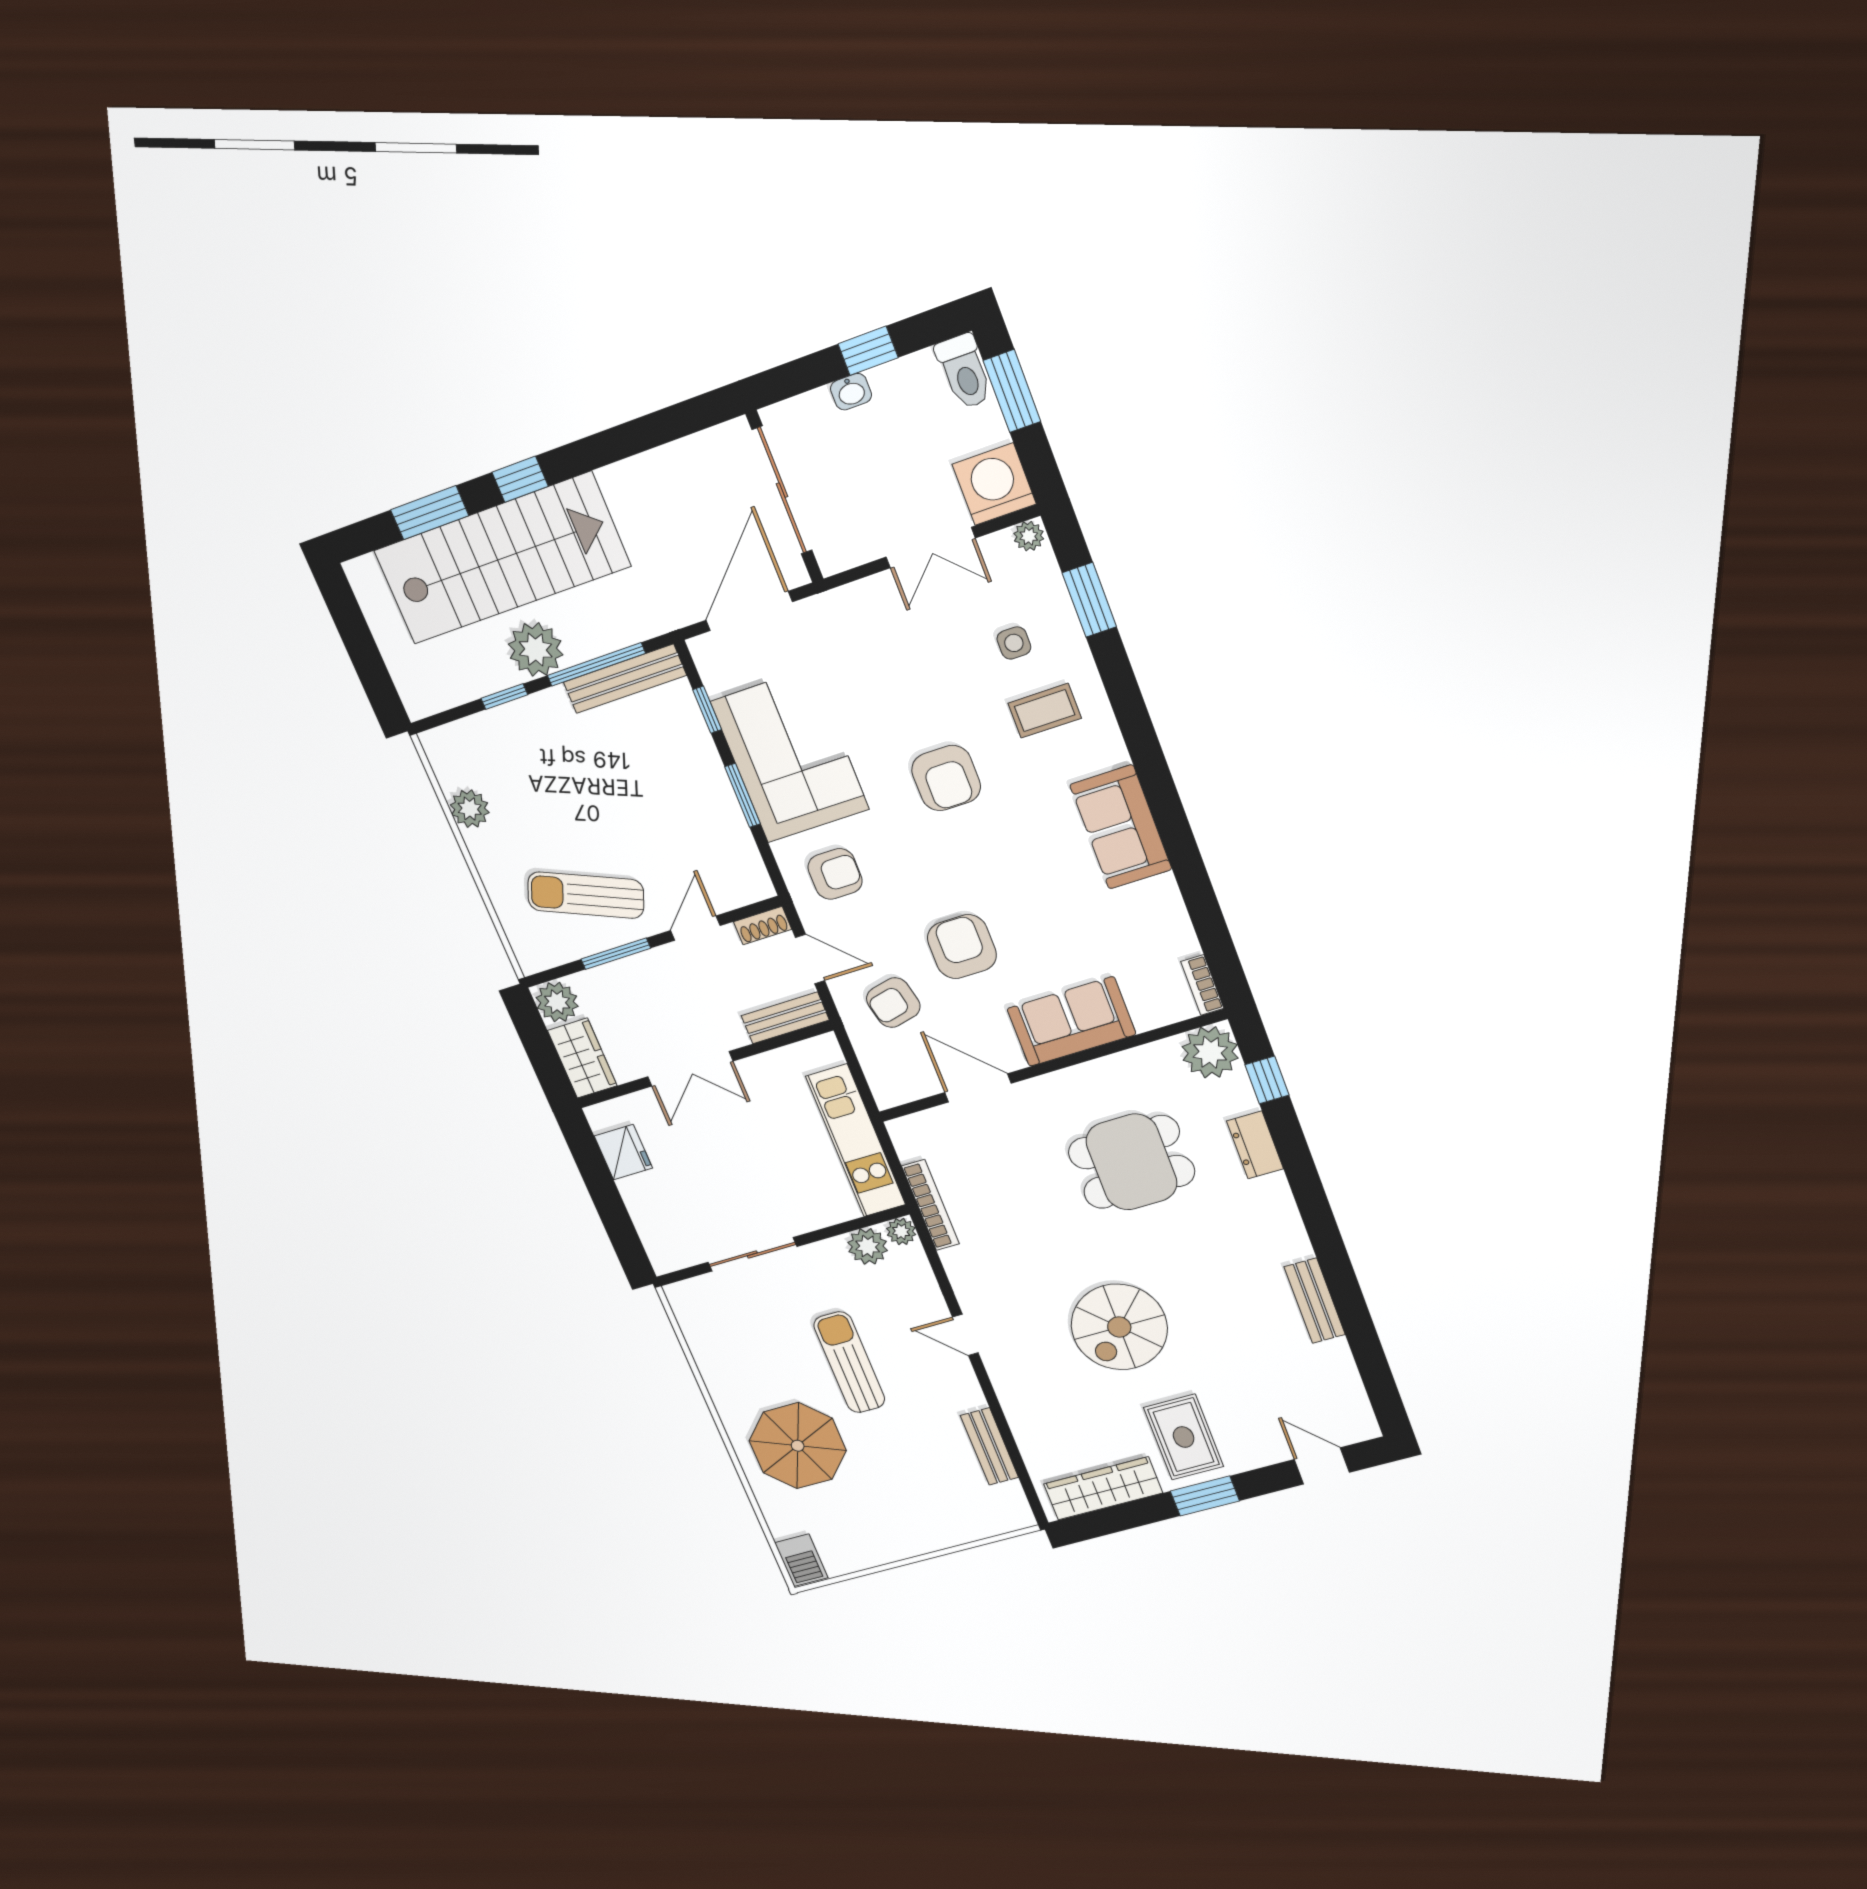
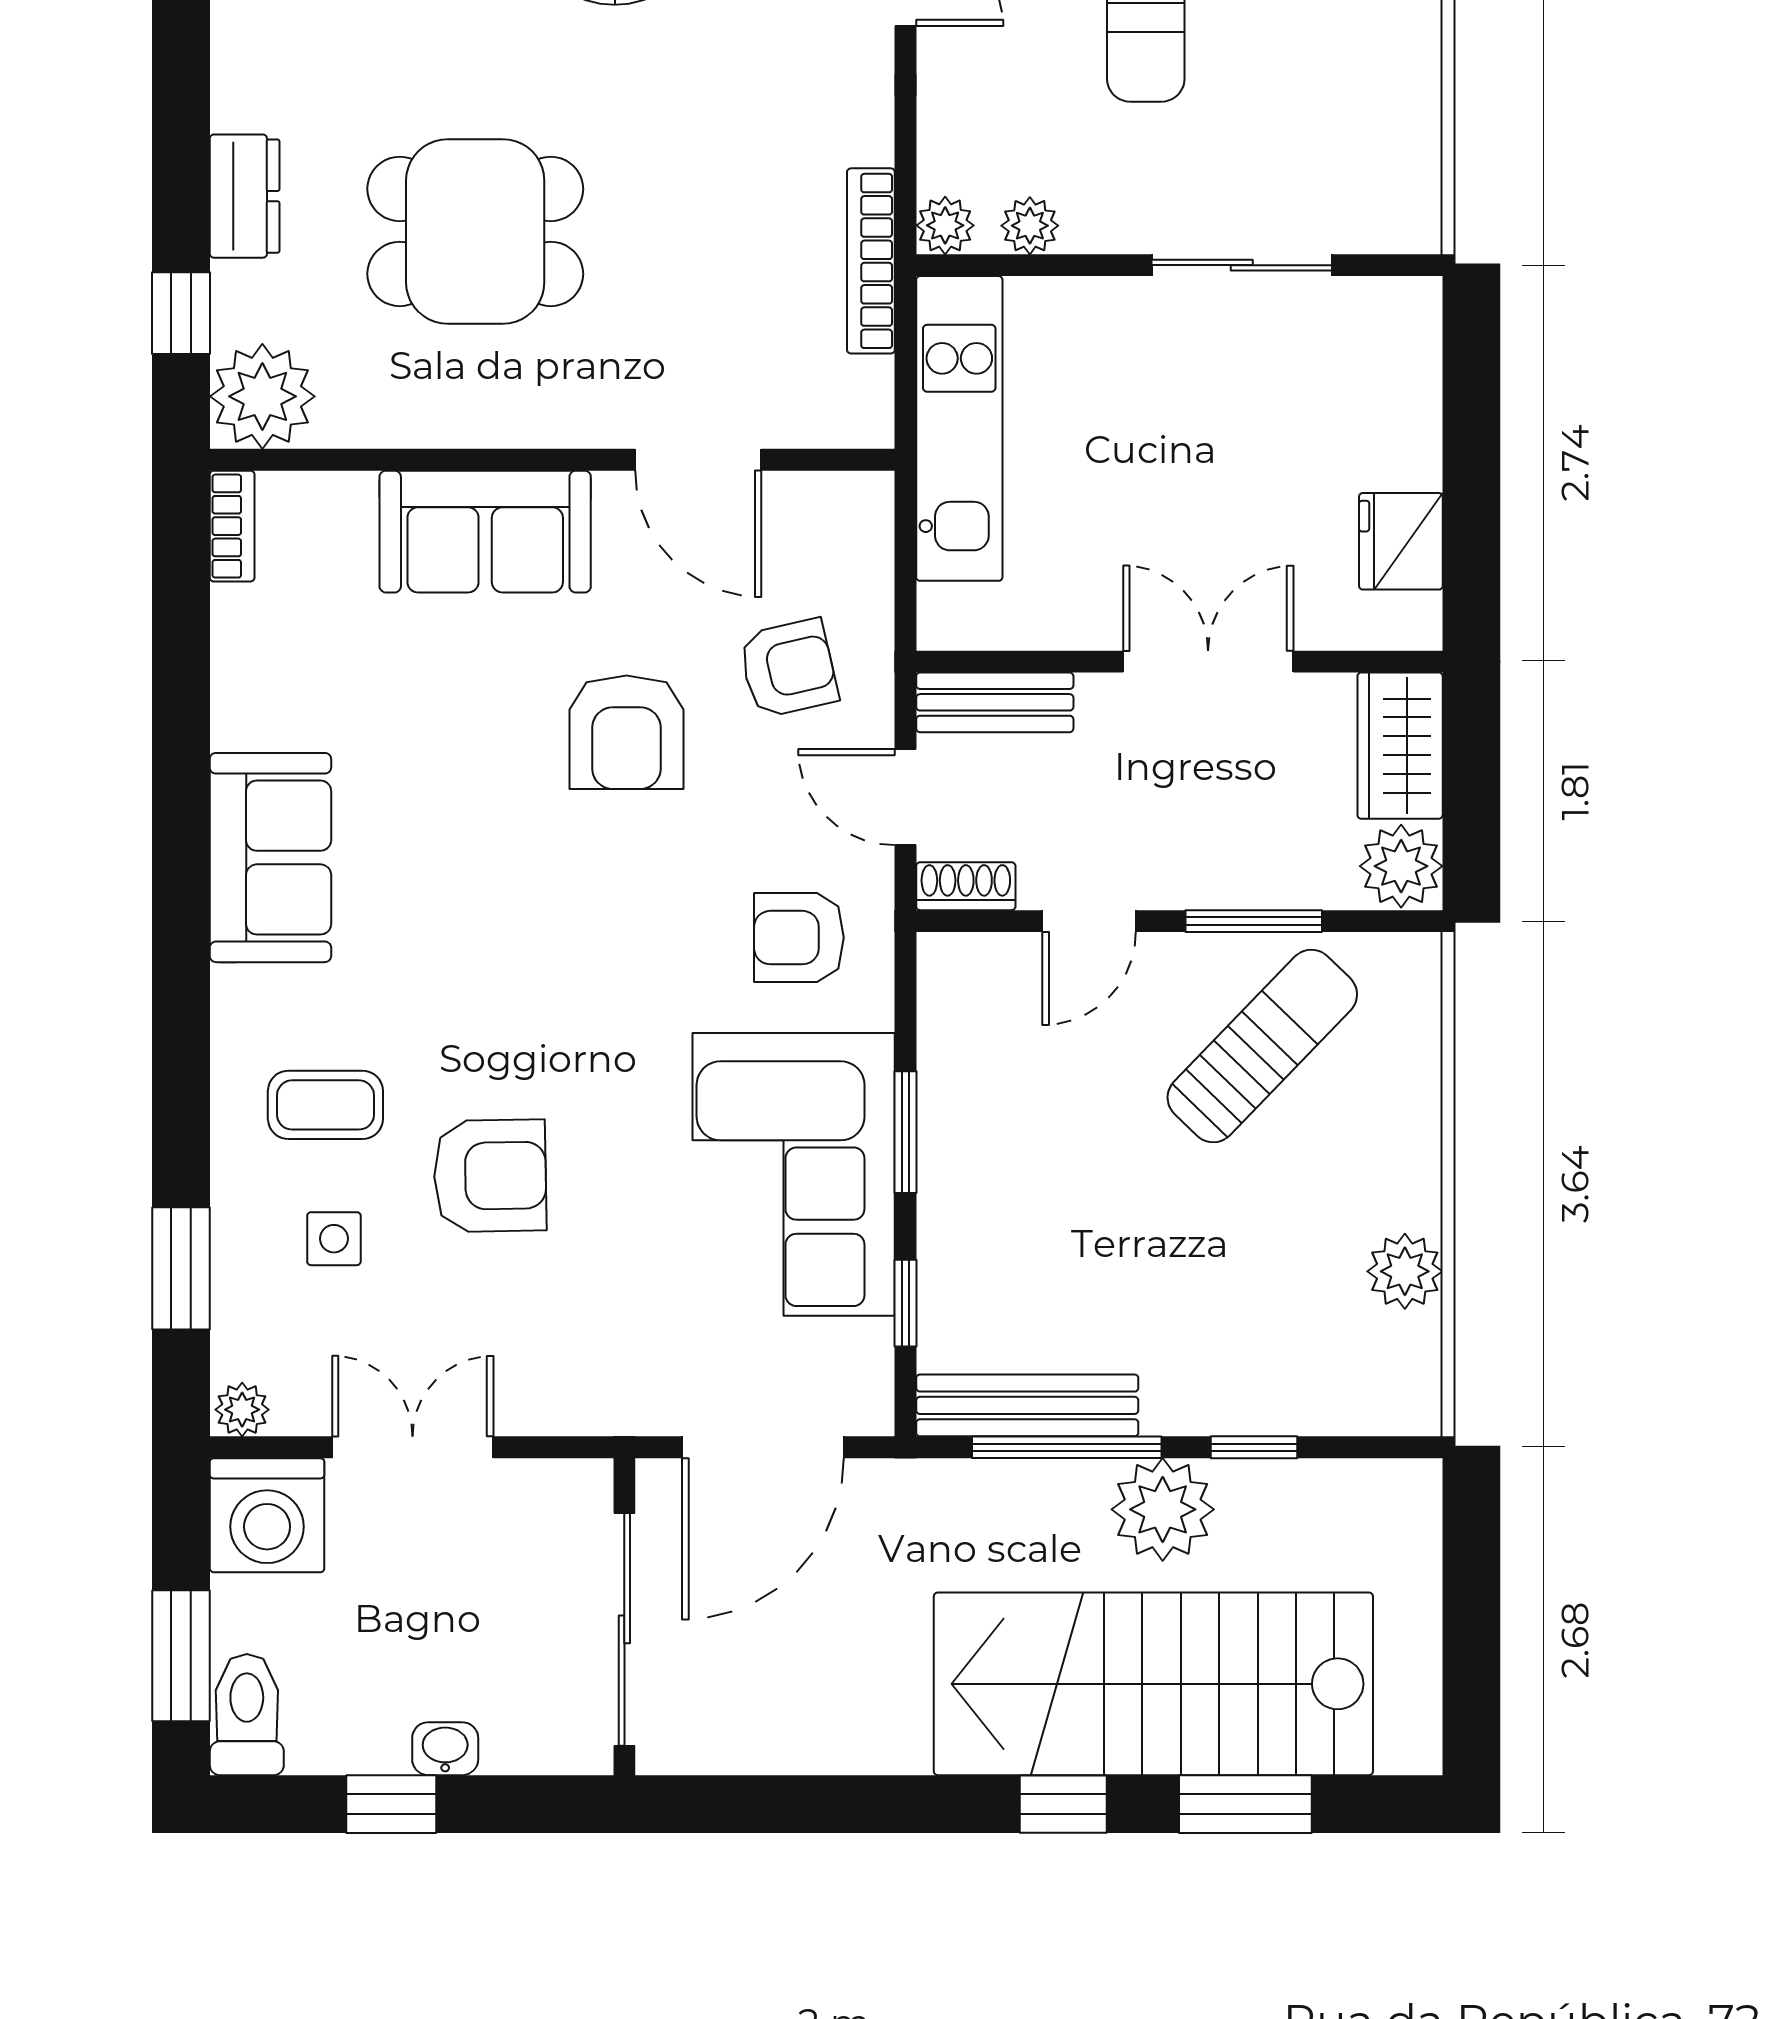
armchair: (946, 778) -> (490, 1176), moved, turned 89
sun lounger: (586, 895) -> (1262, 1046), turned -69
plant: (868, 1246) -> (1030, 226), width x0.73, depth x0.73

